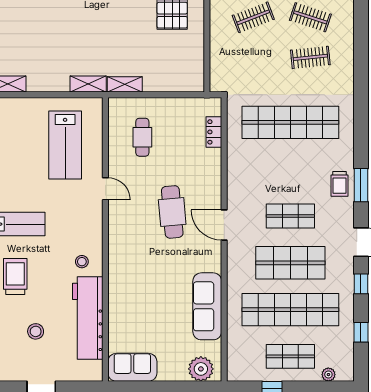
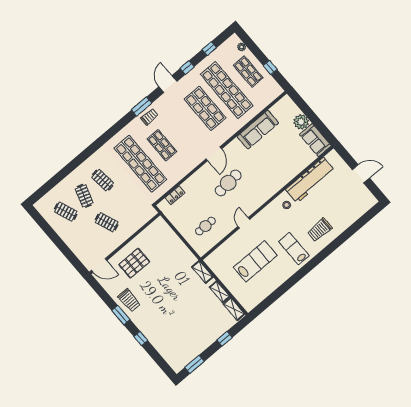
shelving: (125, 84) -> (220, 292), moved
lab bench: (65, 145) -> (255, 261), moved
shop shelf: (290, 216) -> (162, 145), moved
stool: (36, 331) -> (337, 199), removed
plant: (201, 369) -> (301, 122), moved

